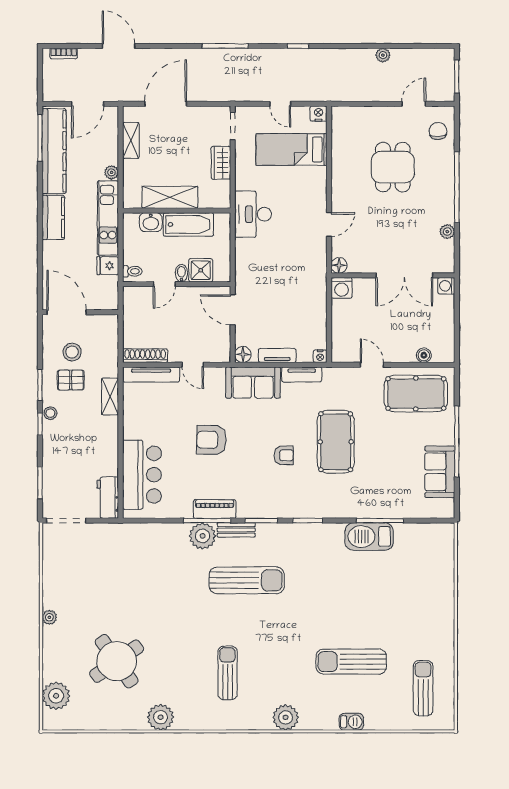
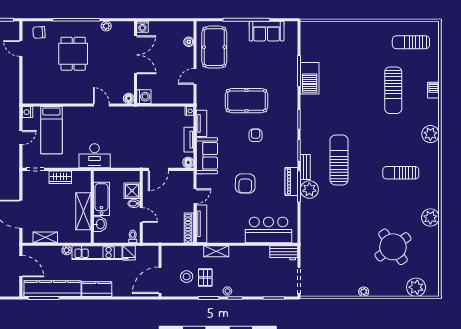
dining table: (393, 167) -> (73, 54), moved, turned 90

